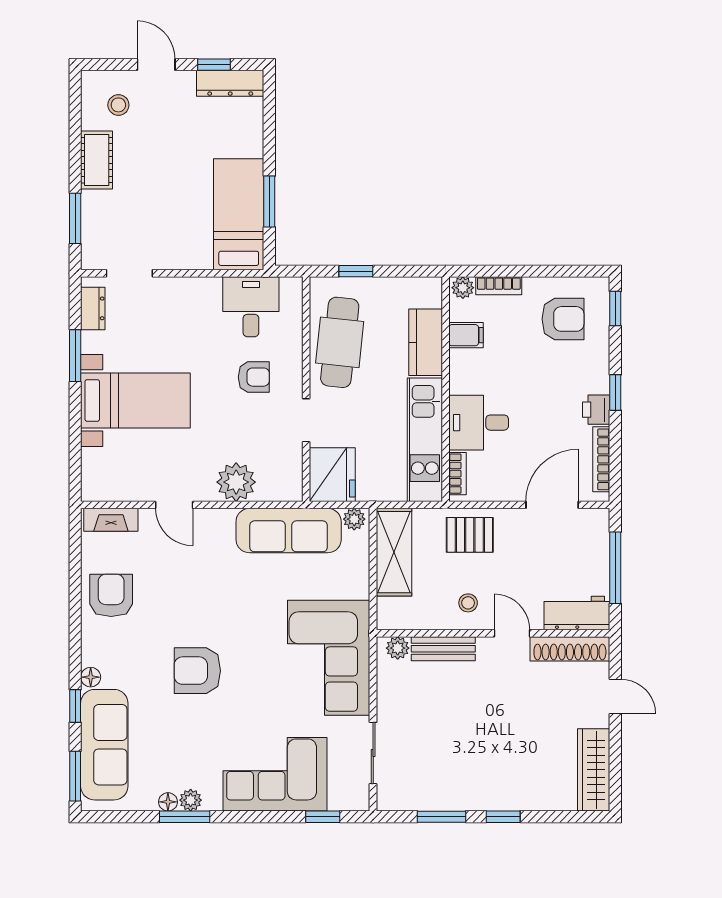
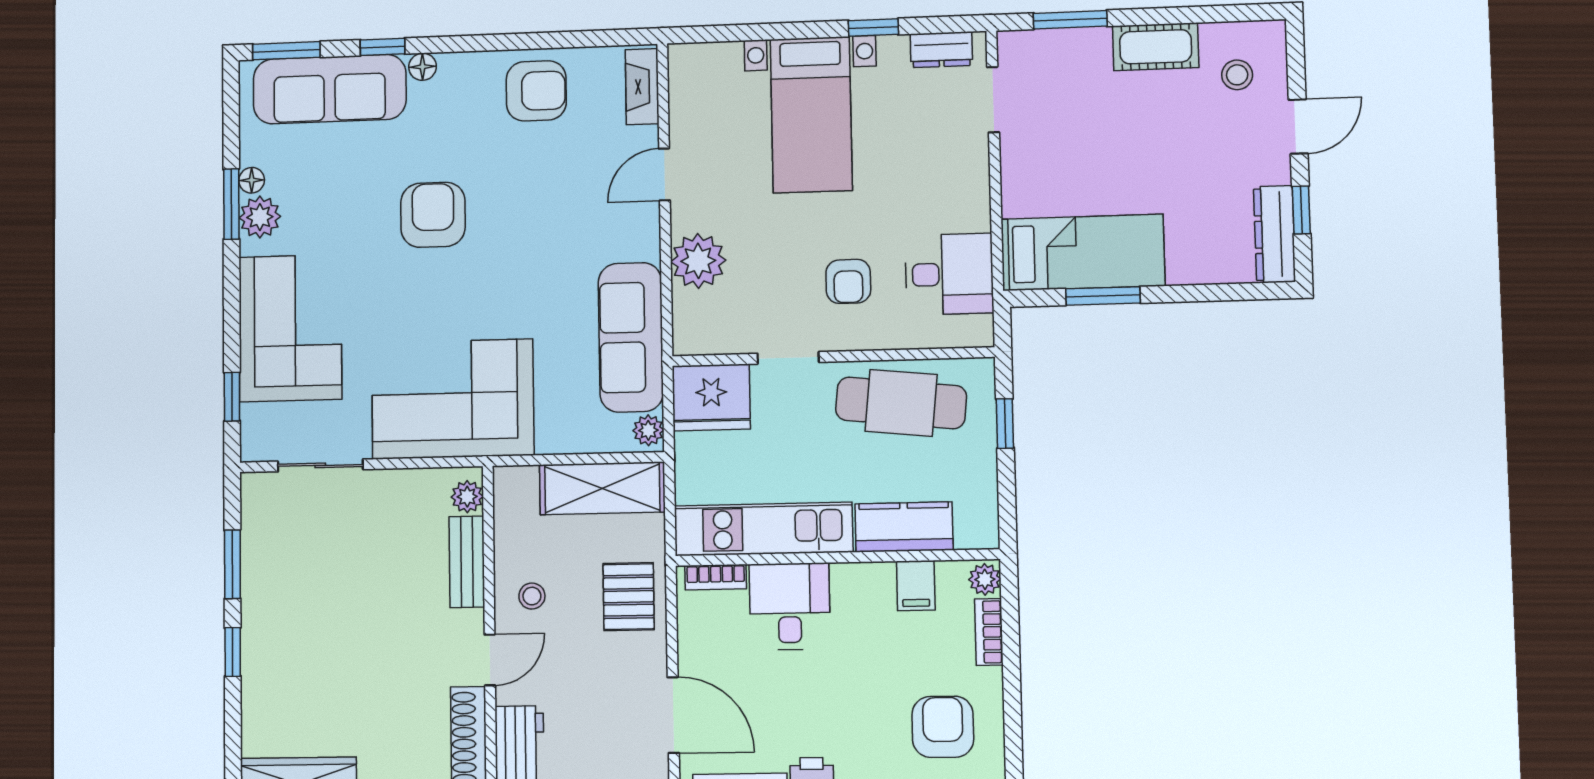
armchair: (563, 319) -> (943, 727), turned 180
window: (75, 356) -> (873, 28), width x0.67
plant: (191, 800) -> (260, 217), width x1.38, depth x1.38

